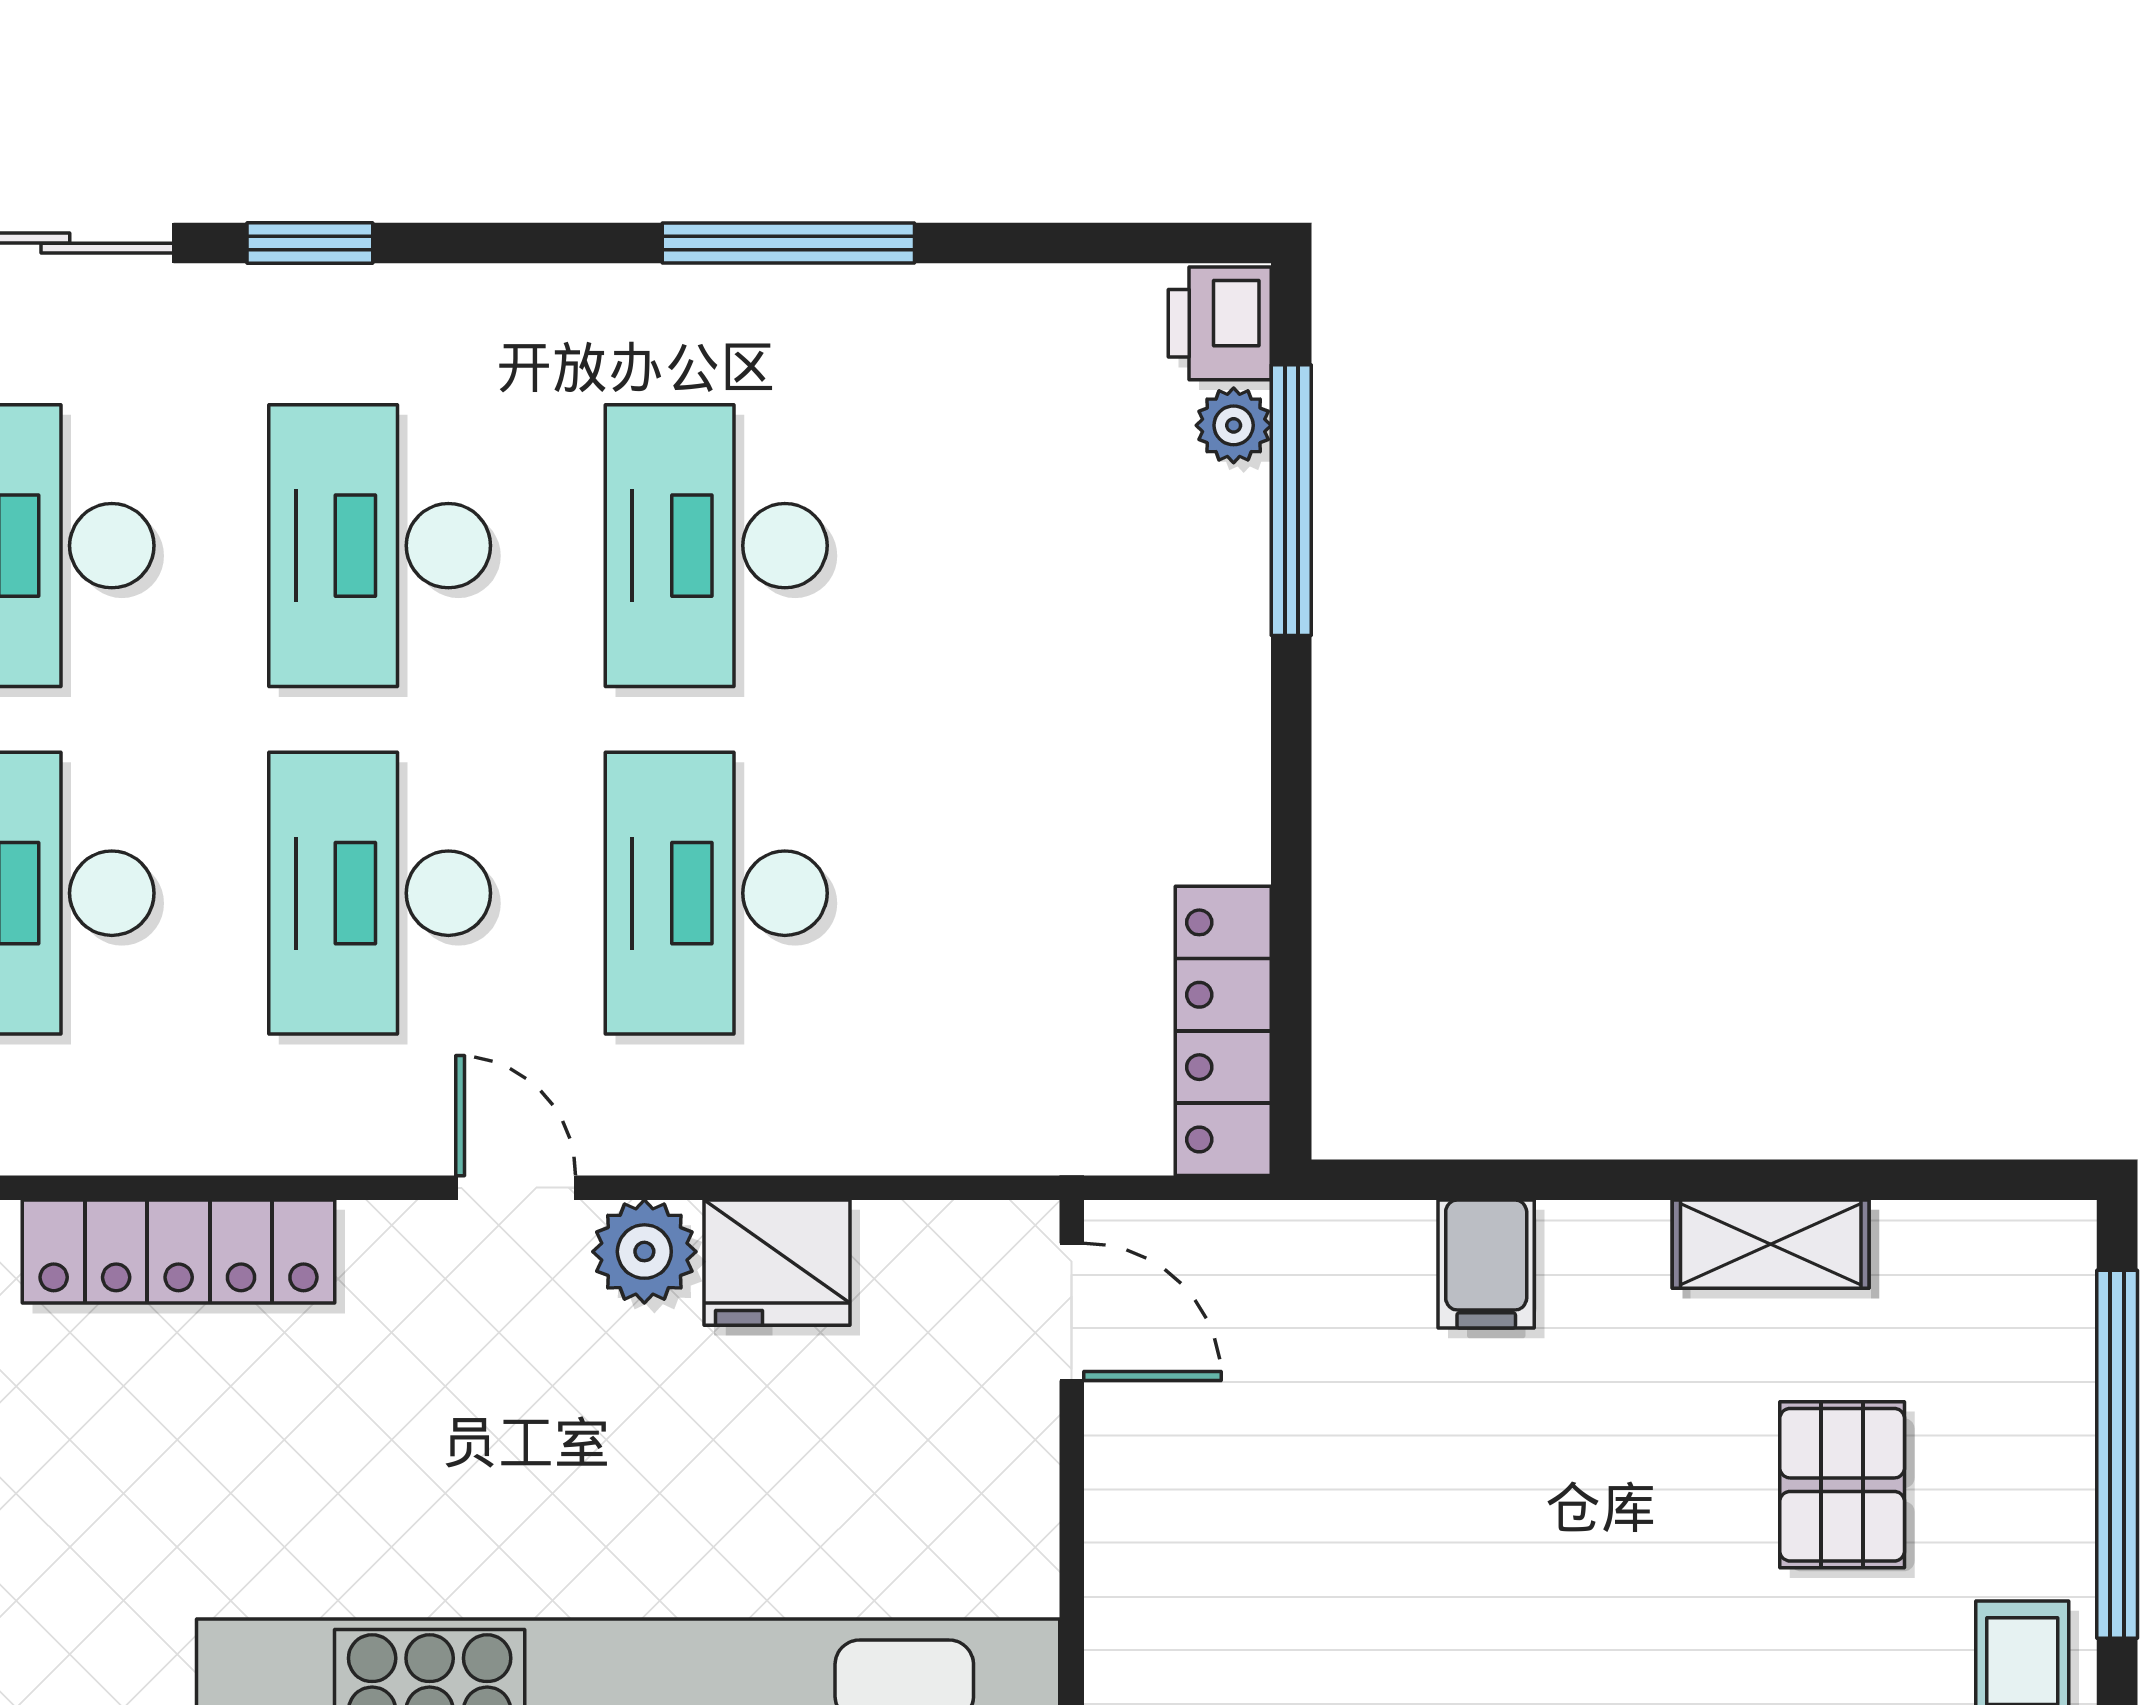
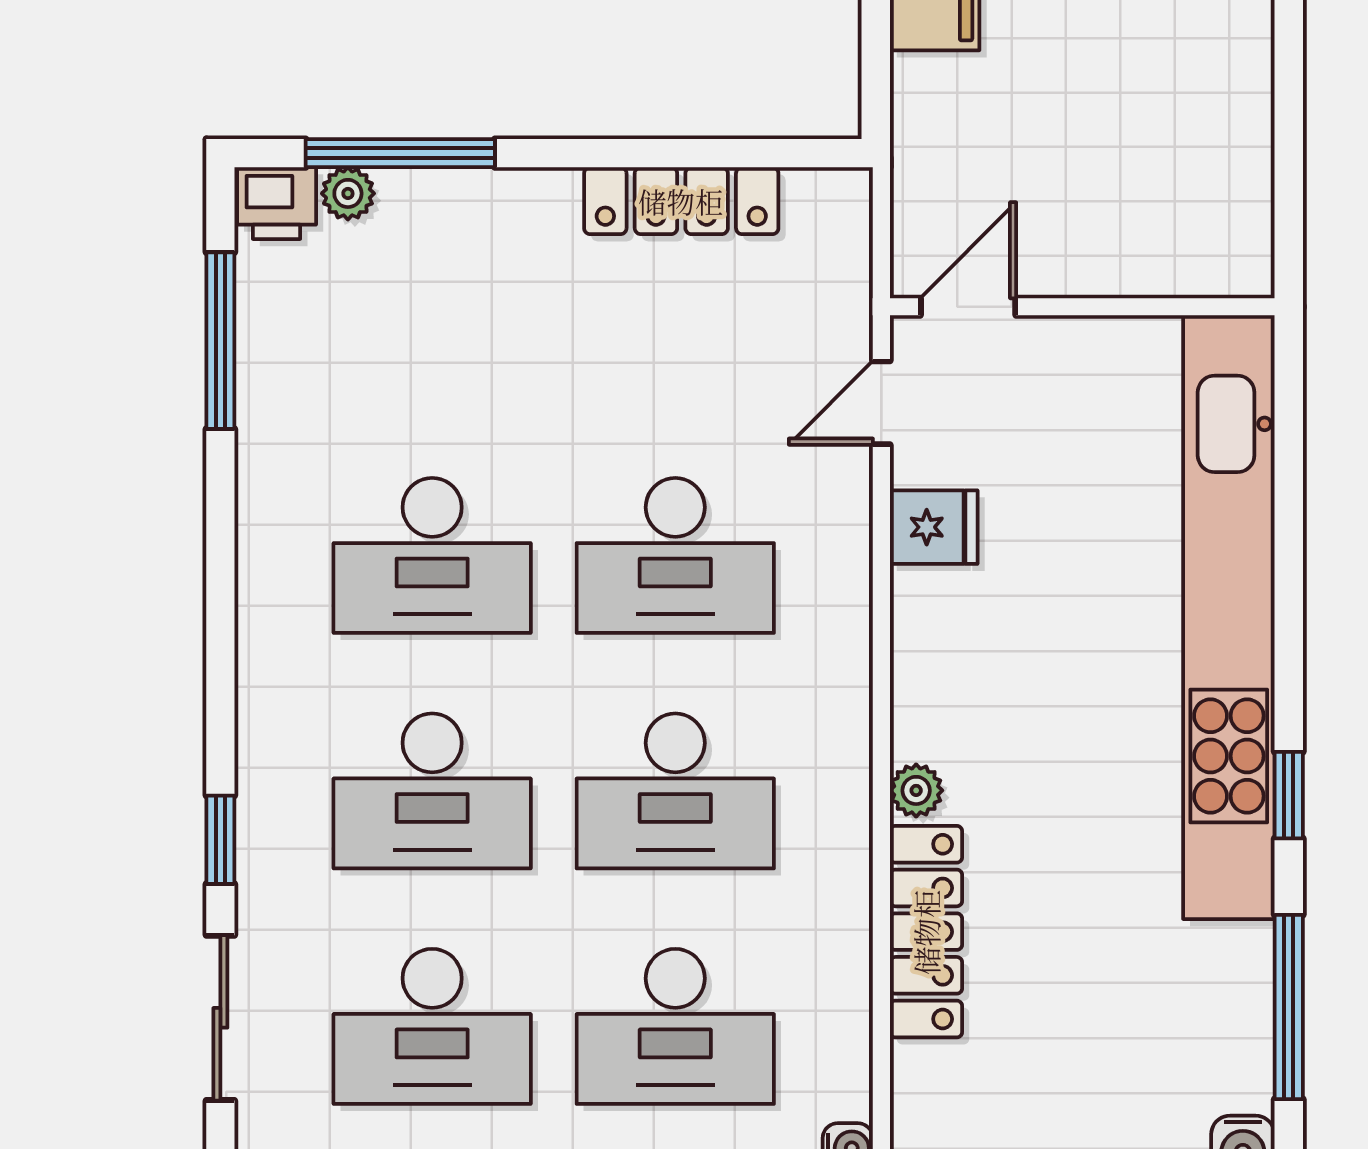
window: (788, 243) -> (220, 341), moved
locker: (1223, 1031) -> (681, 201), moved
door: (516, 1188) -> (881, 403), moved
plant: (644, 1252) -> (916, 790), moved, width x0.73, depth x0.73
fridge: (777, 1263) -> (934, 527), width x0.72

